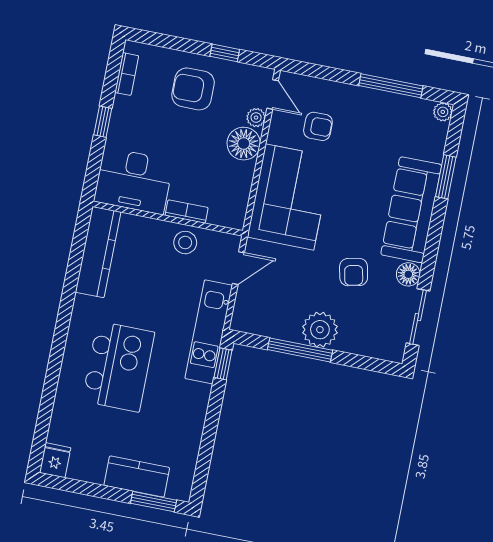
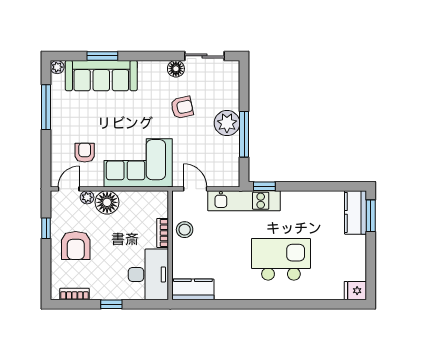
sofa: (411, 210) -> (101, 76), moved
kitchen counter: (98, 252) -> (193, 289), width x0.67
kitchen counter: (137, 477) -> (356, 212), moved

